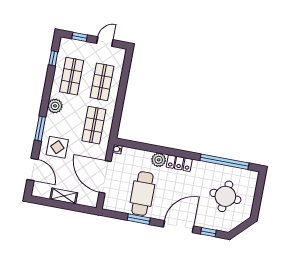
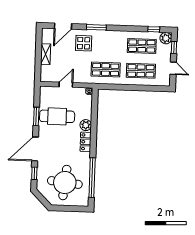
plant: (55, 106) -> (166, 38), moved
door: (105, 177) -> (66, 85), width x0.53
round table: (225, 196) -> (65, 183), width x1.36, depth x1.36
door: (178, 227) -> (35, 149), swing flipped

